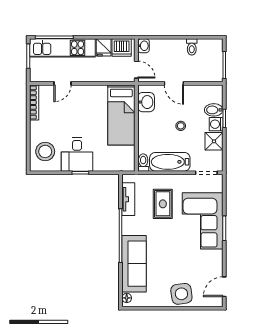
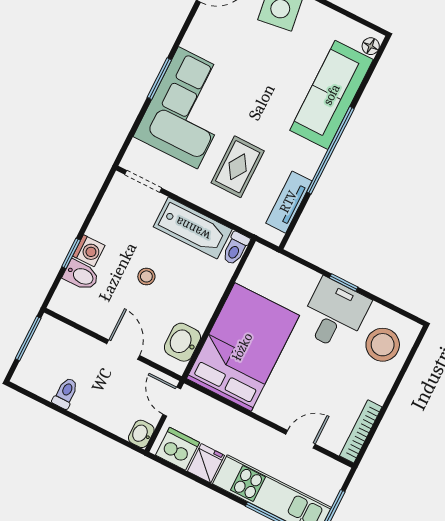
bed: (121, 115) -> (243, 347), width x1.50
shower: (214, 141) -> (106, 225), removed

